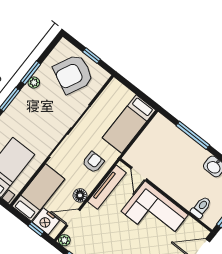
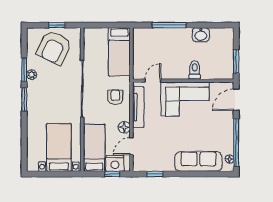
door: (139, 174) -> (153, 81), swing flipped
toilet: (201, 207) -> (195, 70), moved
plant: (64, 240) -> (138, 166), removed

